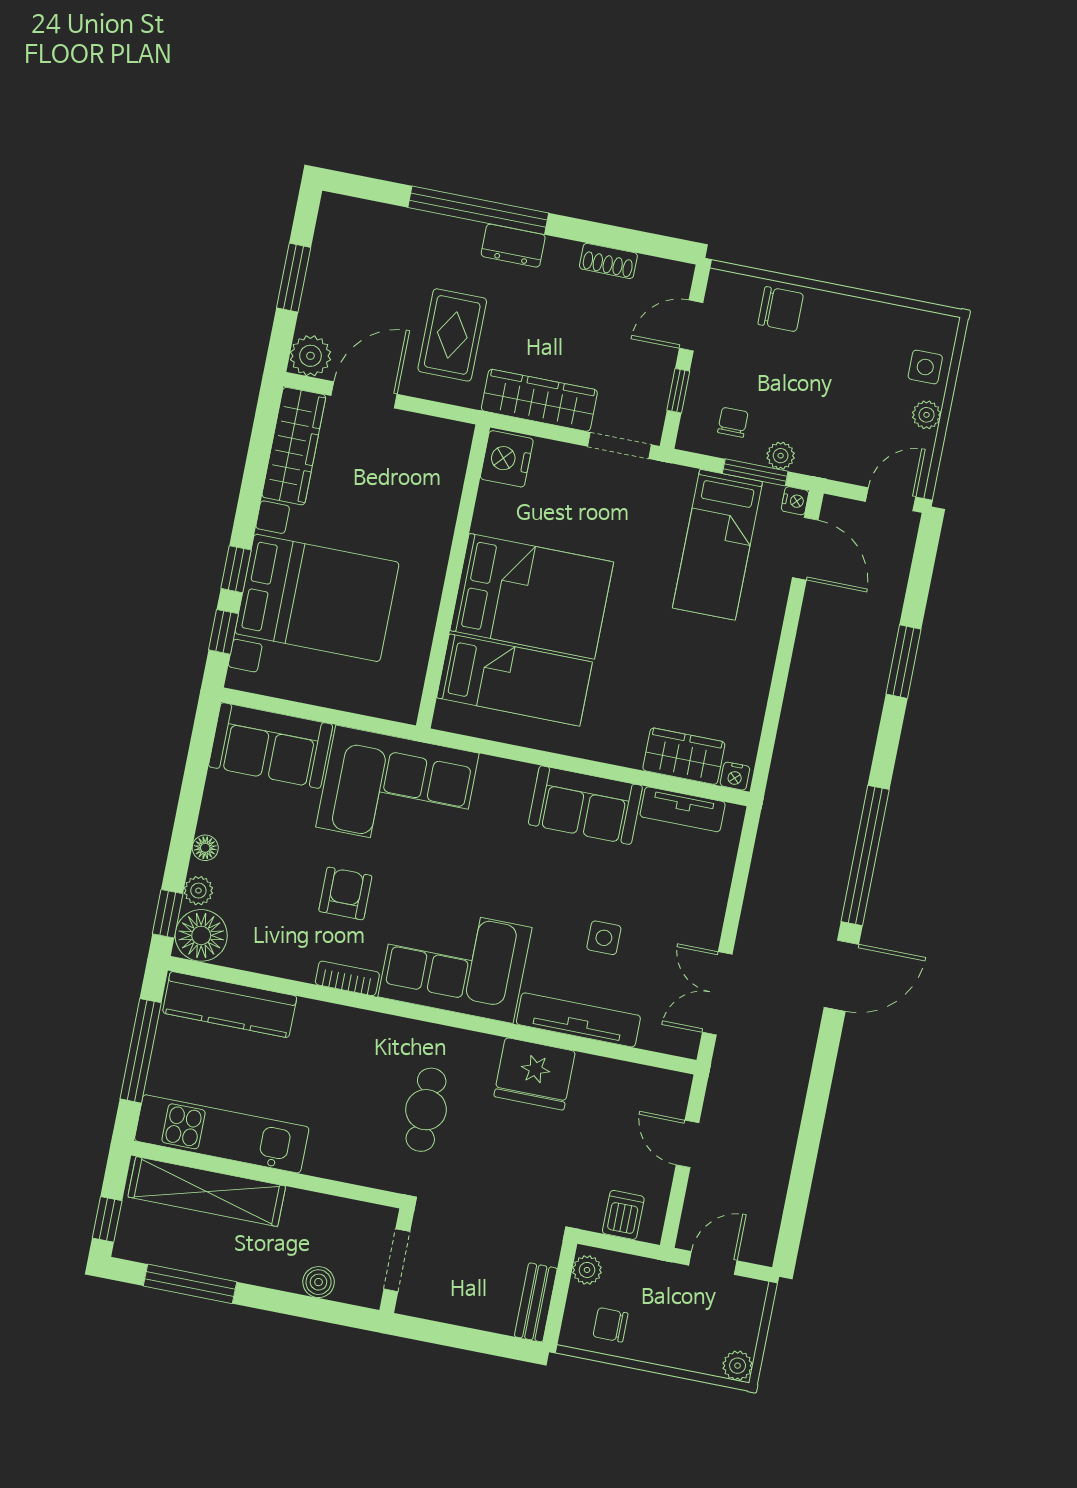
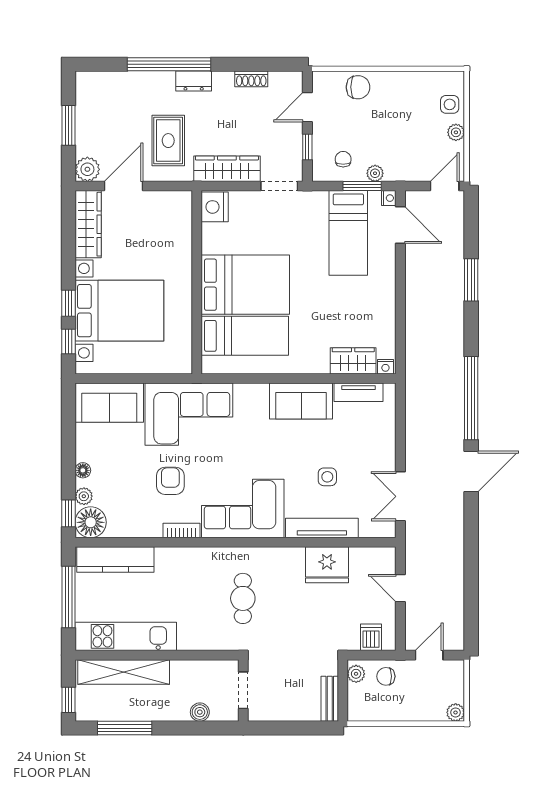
fridge: (535, 1074) -> (327, 565), moved
chair: (610, 1325) -> (386, 676), moved

